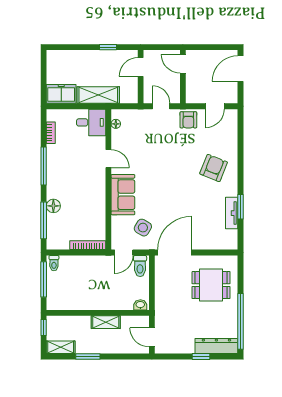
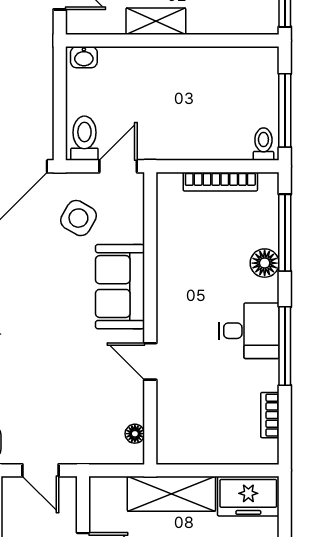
desk: (91, 122) -> (249, 331), moved, turned 180
bookcase: (88, 245) -> (220, 182), moved

